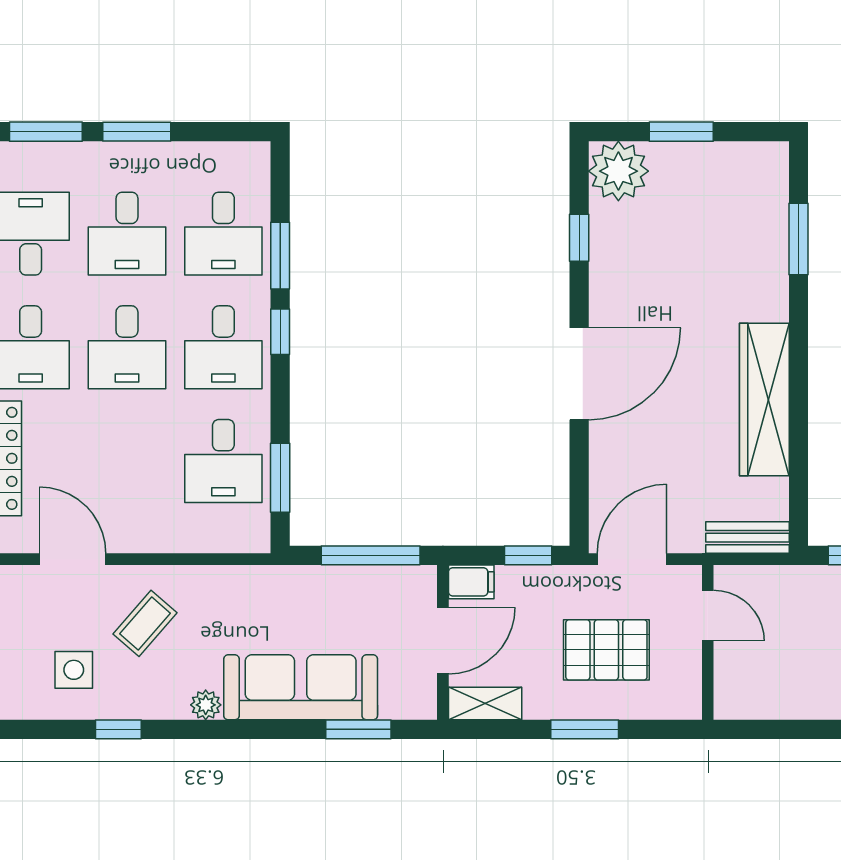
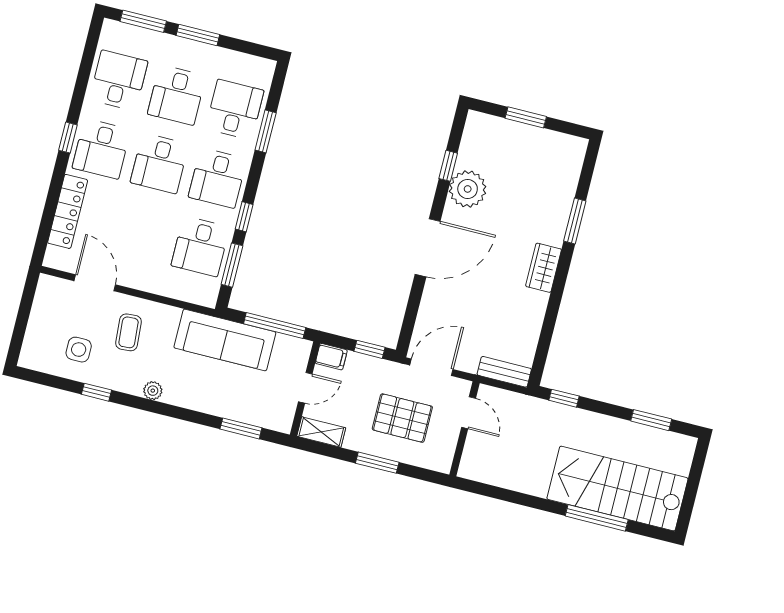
plant: (618, 171) -> (468, 189), moved
desk: (223, 234) -> (235, 110), turned 180
window: (799, 239) -> (575, 221), moved
window: (280, 332) -> (244, 217), moved
wardrobe: (764, 400) -> (544, 268), width x0.48, depth x0.85
coffee table: (145, 623) -> (129, 332), turned -45
door: (443, 641) -> (305, 388), width x0.73
sofa: (301, 687) -> (225, 340), moved, turned 180

